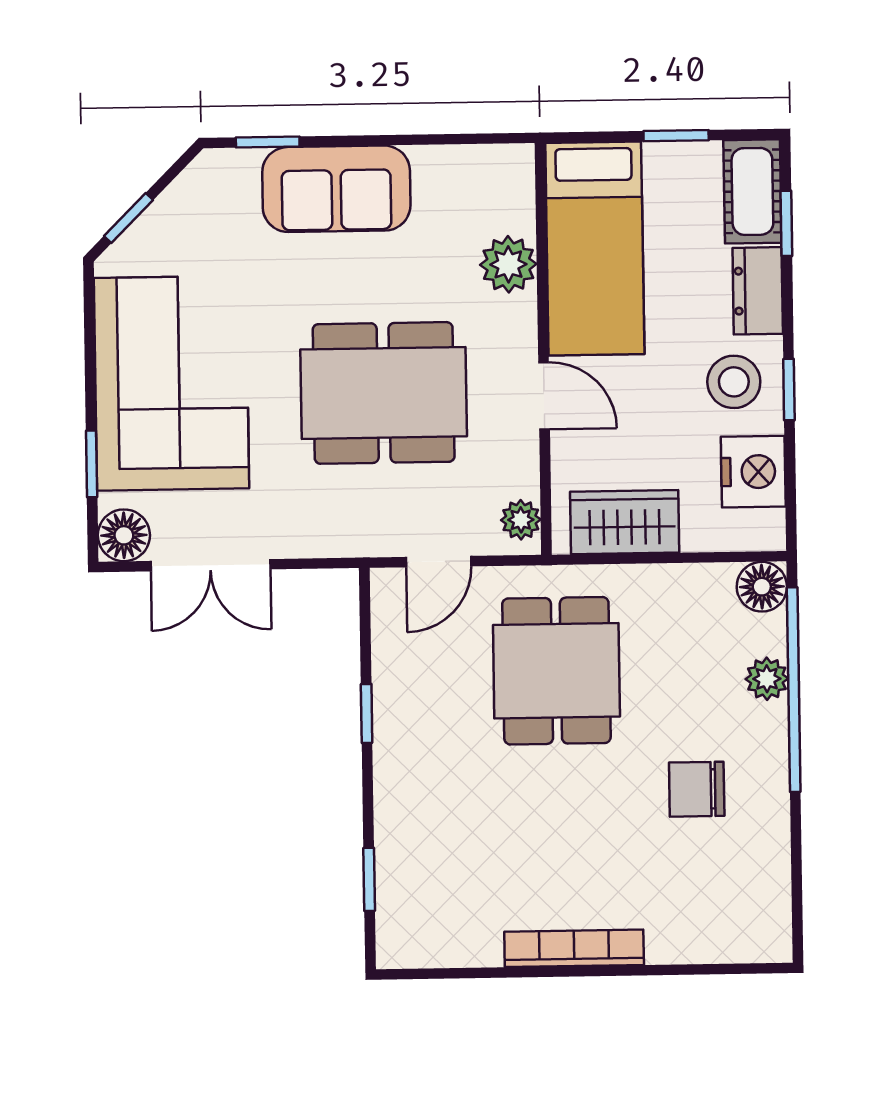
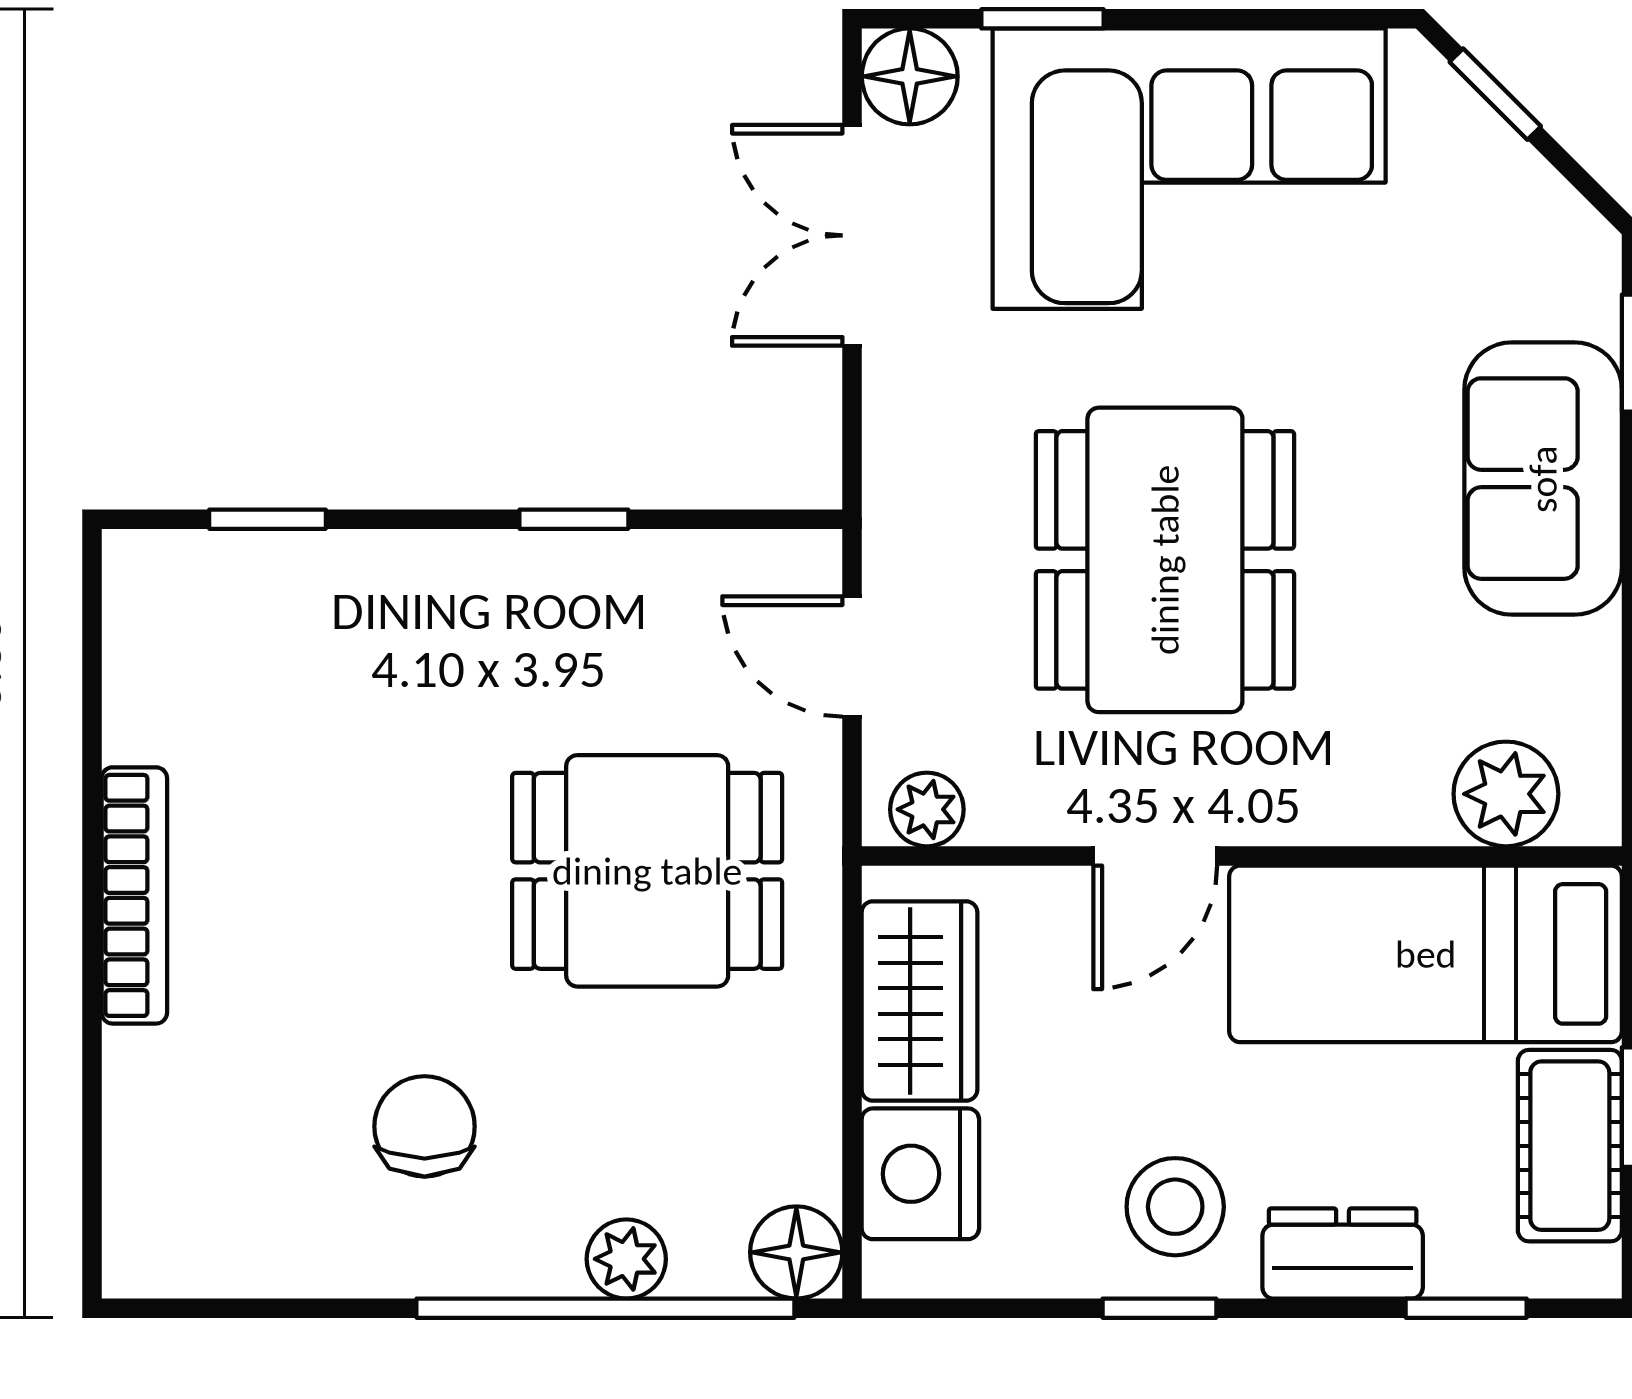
cot: (752, 191) -> (1570, 1146), moved, turned 90
plant: (508, 264) -> (1506, 794), moved
nightstand: (753, 472) -> (920, 1174), moved, turned 90

